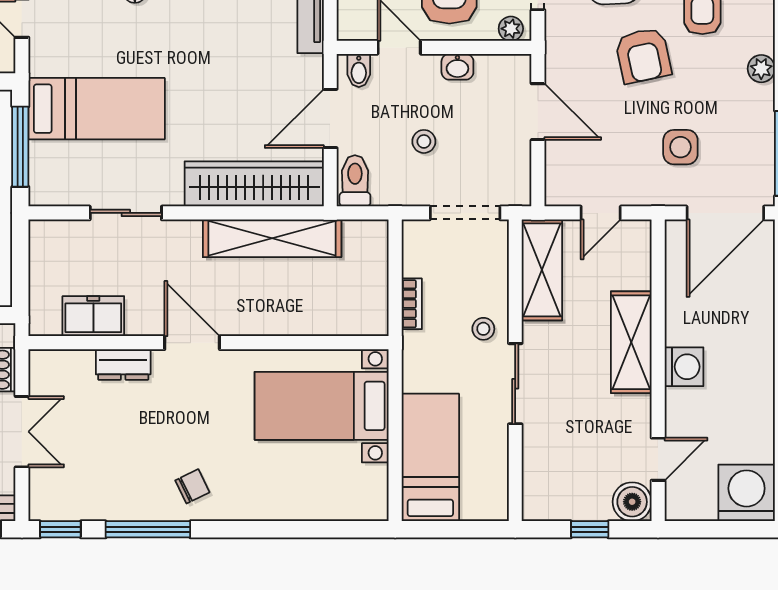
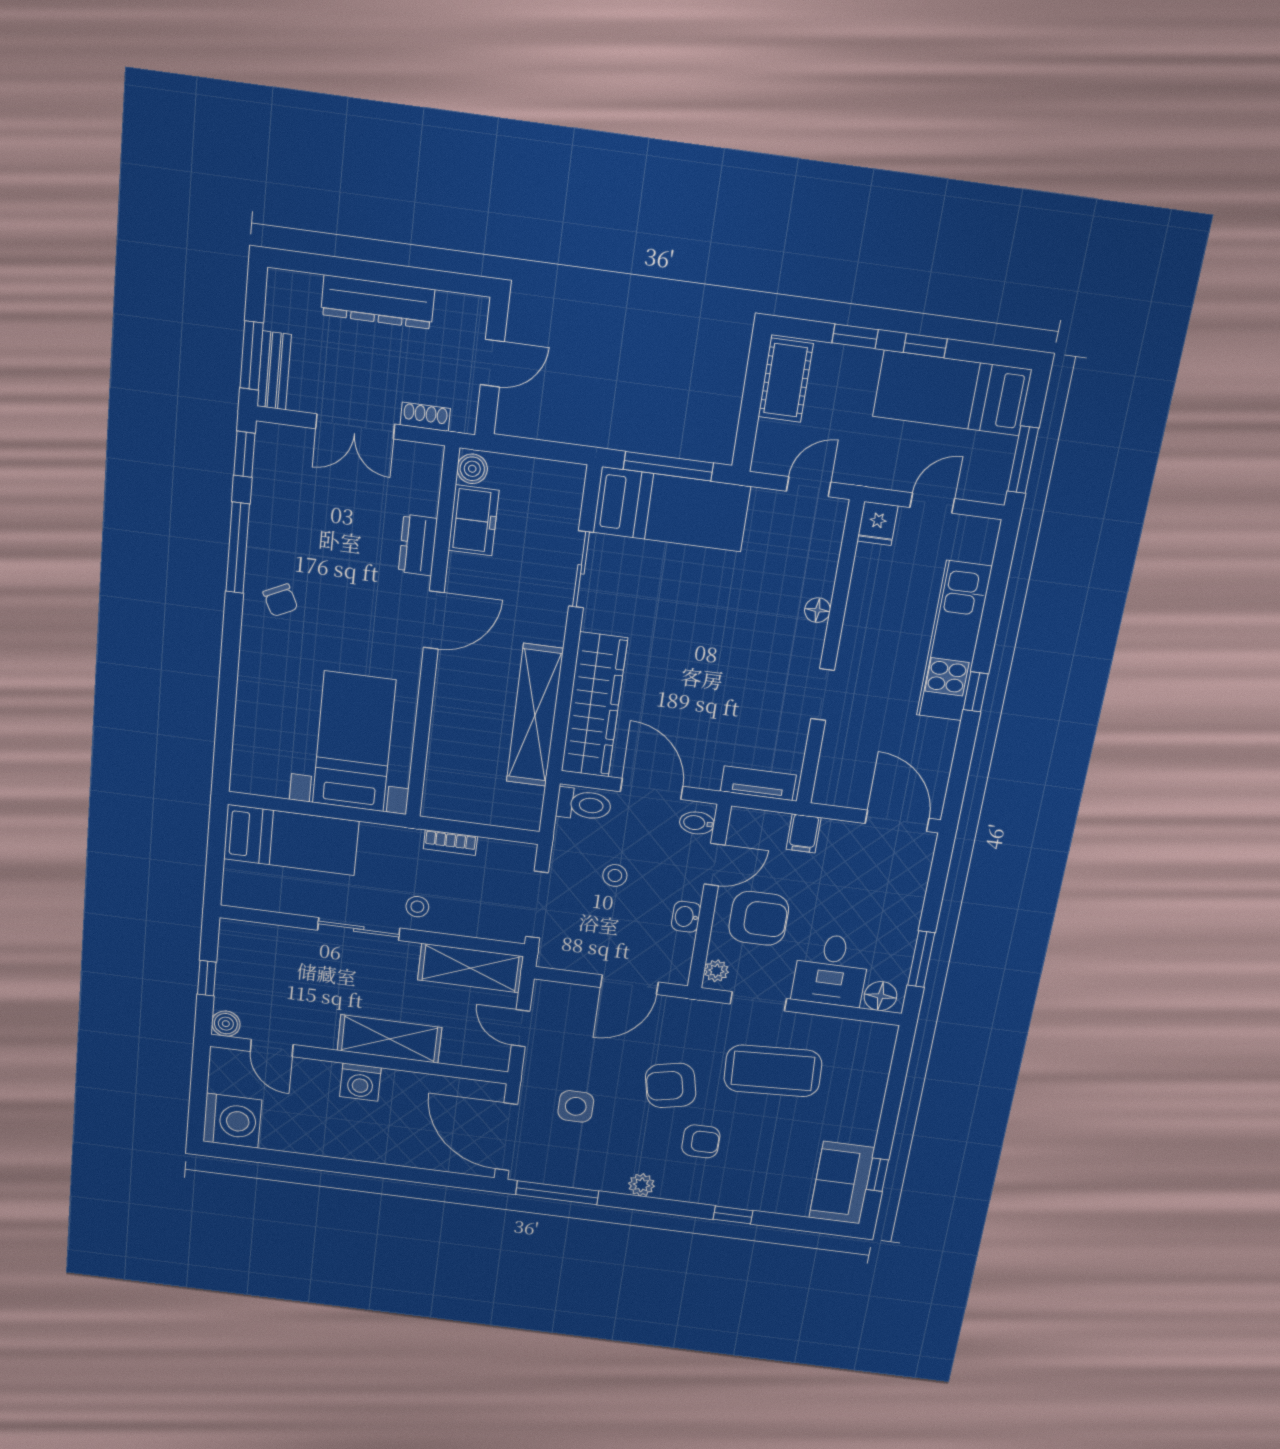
bed: (97, 109) -> (672, 509), moved, turned -90
boiler: (46, 323) -> (472, 469), added
boiler: (632, 502) -> (226, 1024), width x0.73, depth x0.73

